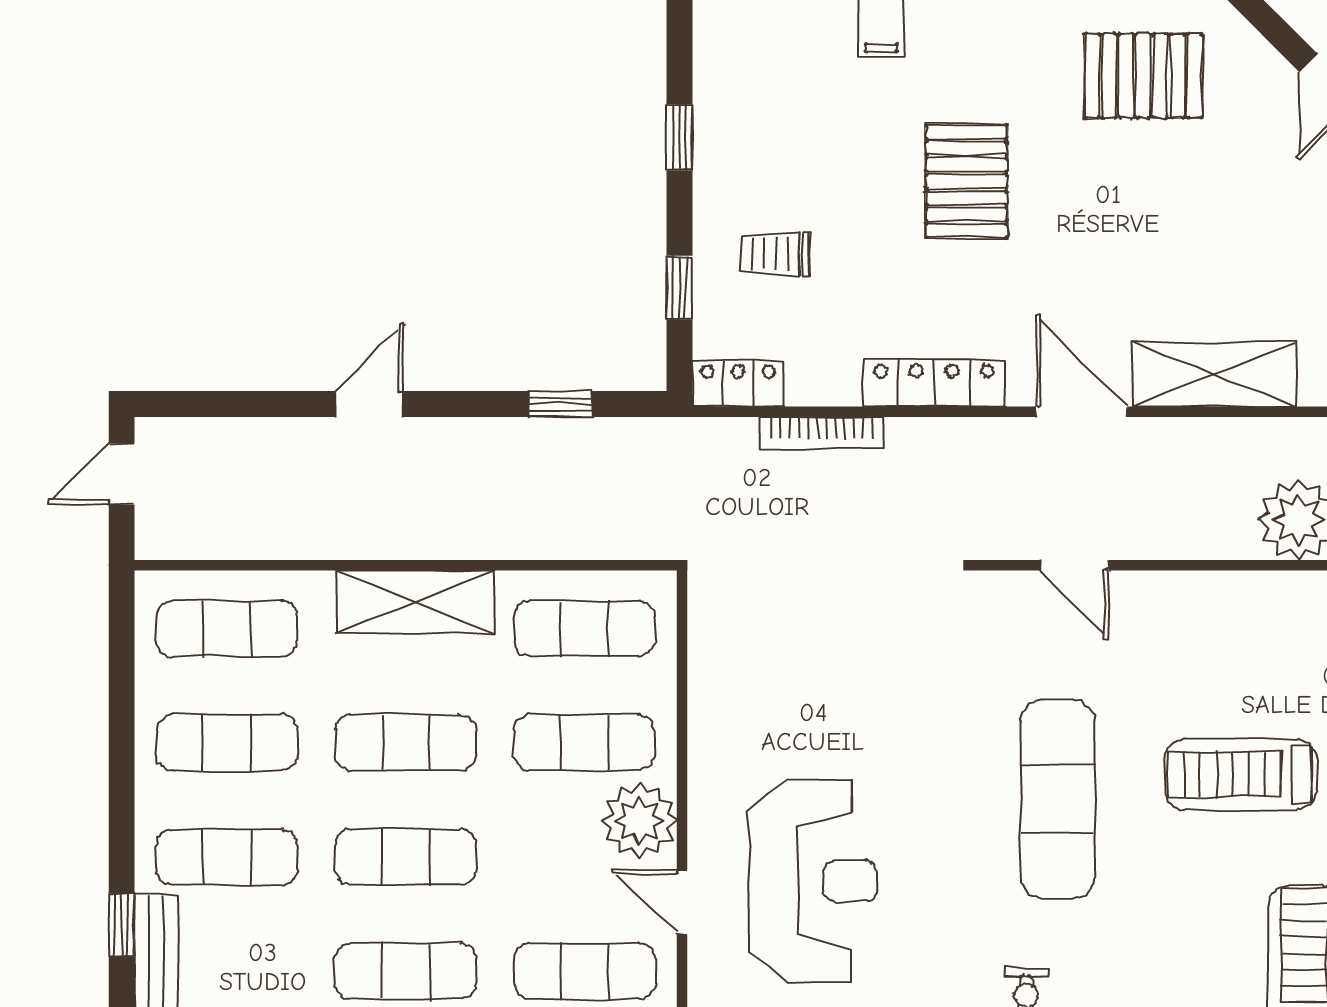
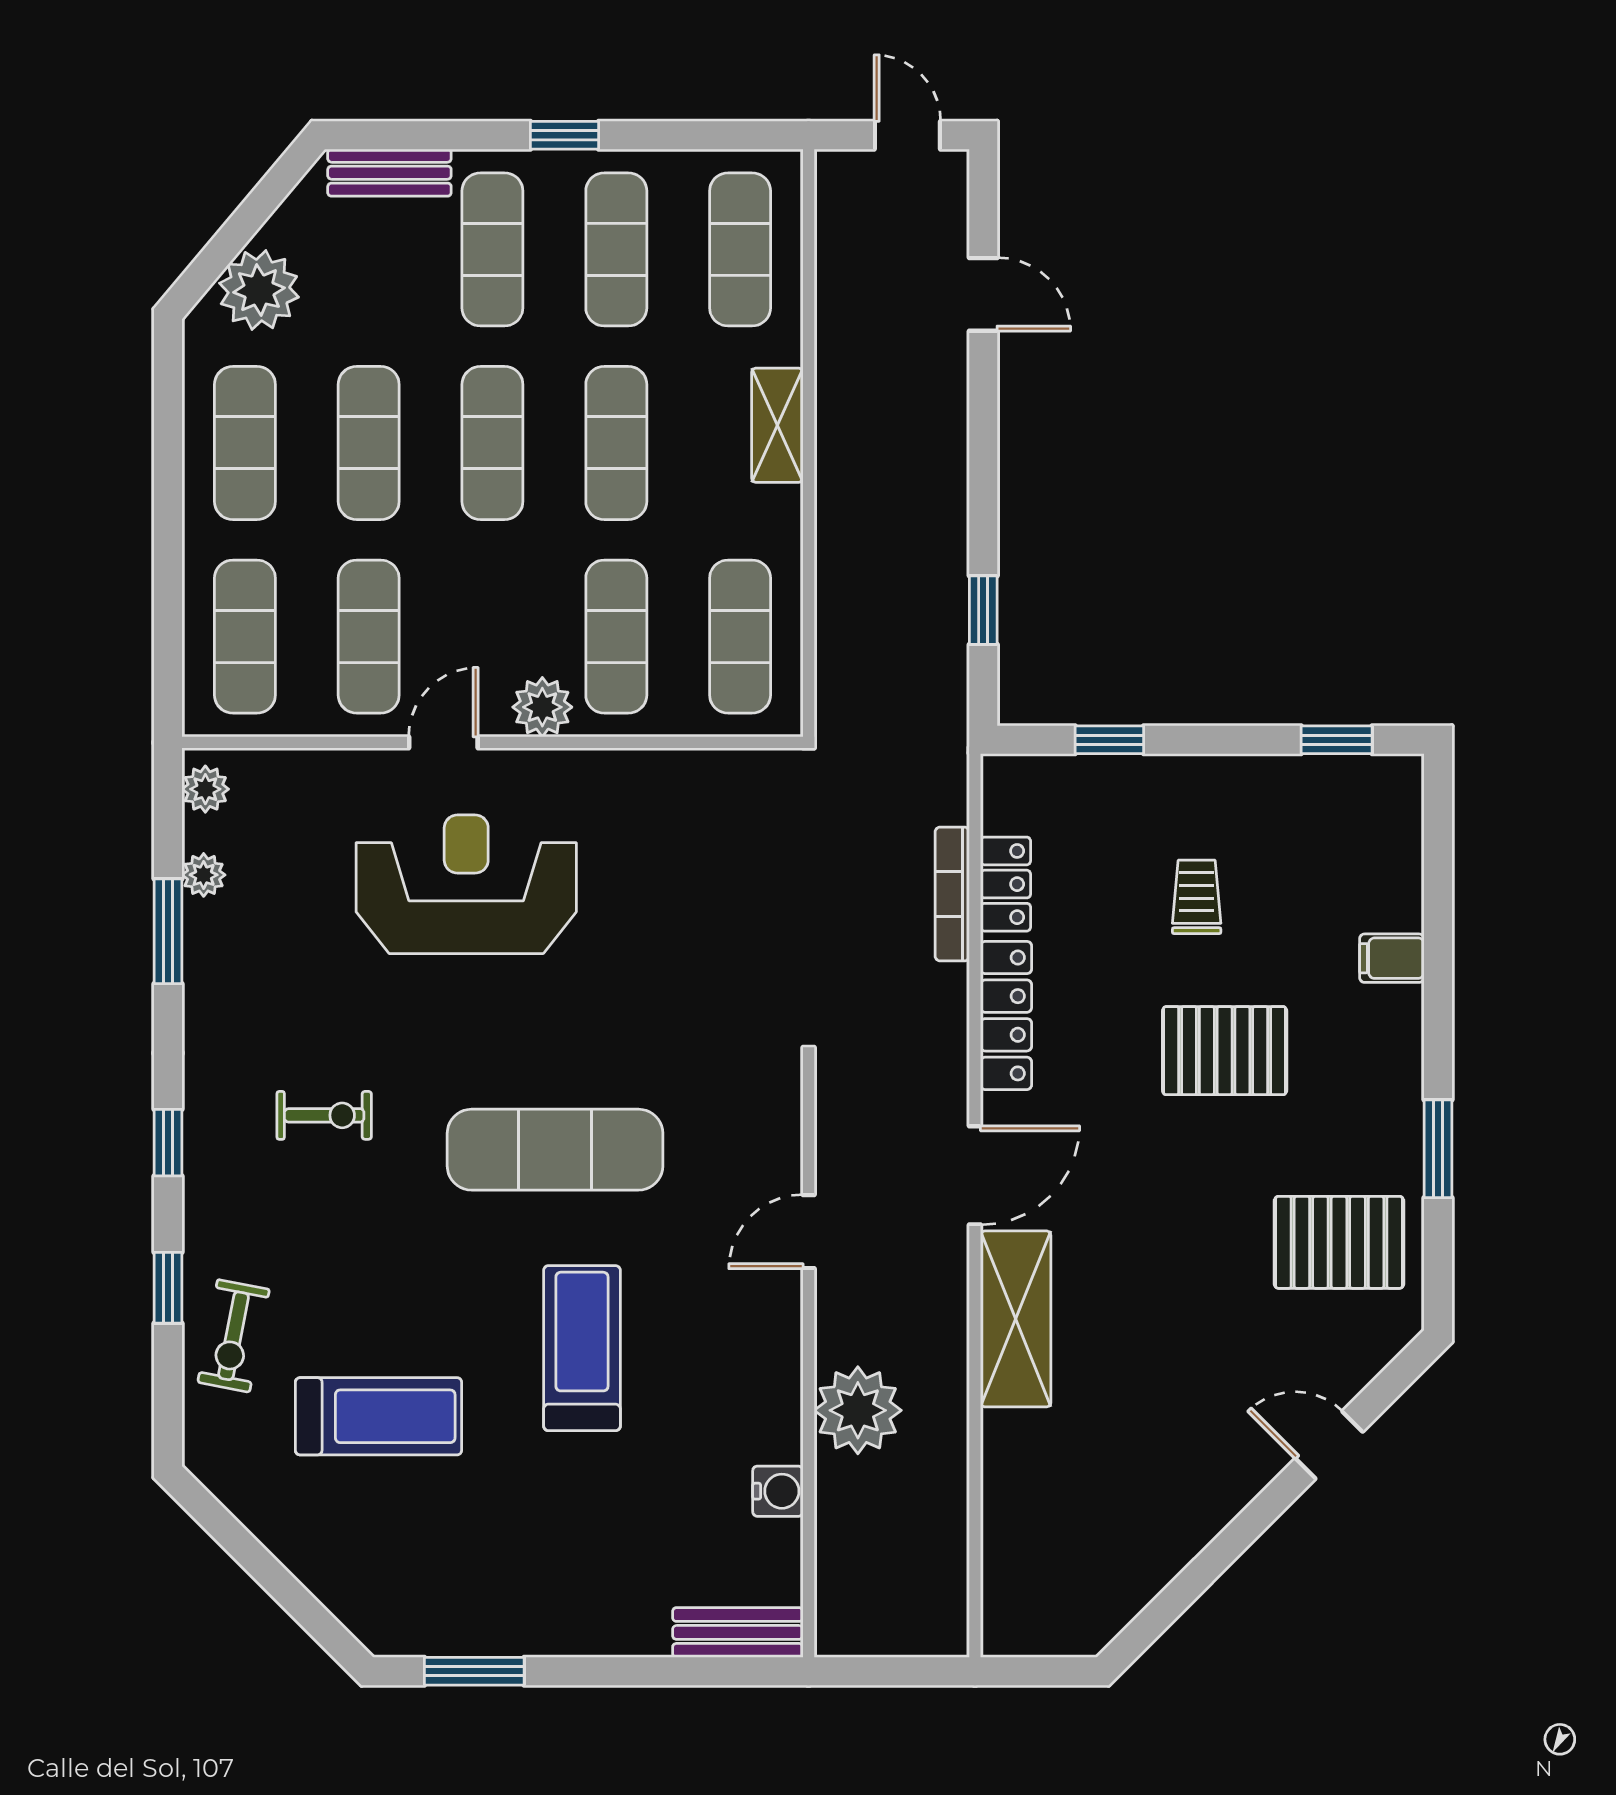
pallet: (1143, 76) -> (1339, 1242), turned 90
window: (679, 137) -> (1337, 740), moved
trolley: (775, 254) -> (1197, 897), moved
locker: (738, 383) -> (1006, 884), moved
door: (369, 404) -> (983, 294), moved
door: (1075, 565) -> (809, 1232), moved
shelving: (416, 602) -> (777, 425), width x0.67, depth x0.75
plant: (639, 821) -> (542, 707), width x0.73, depth x0.73
reception desk: (813, 881) -> (466, 884), turned 180
window: (122, 925) -> (564, 135), moved

